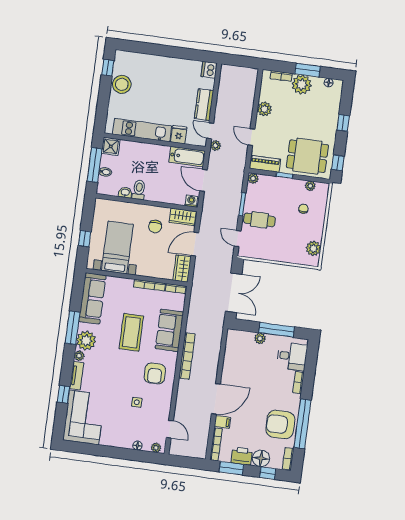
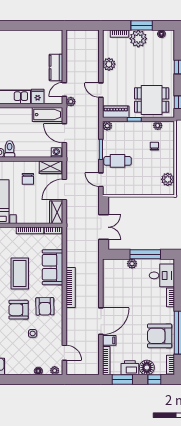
dishwasher: (209, 70) -> (56, 37), removed
door: (210, 131) -> (64, 89), hinge flipped
double door: (234, 293) -> (104, 227), width x0.73
armchair: (124, 373) -> (19, 310), added

